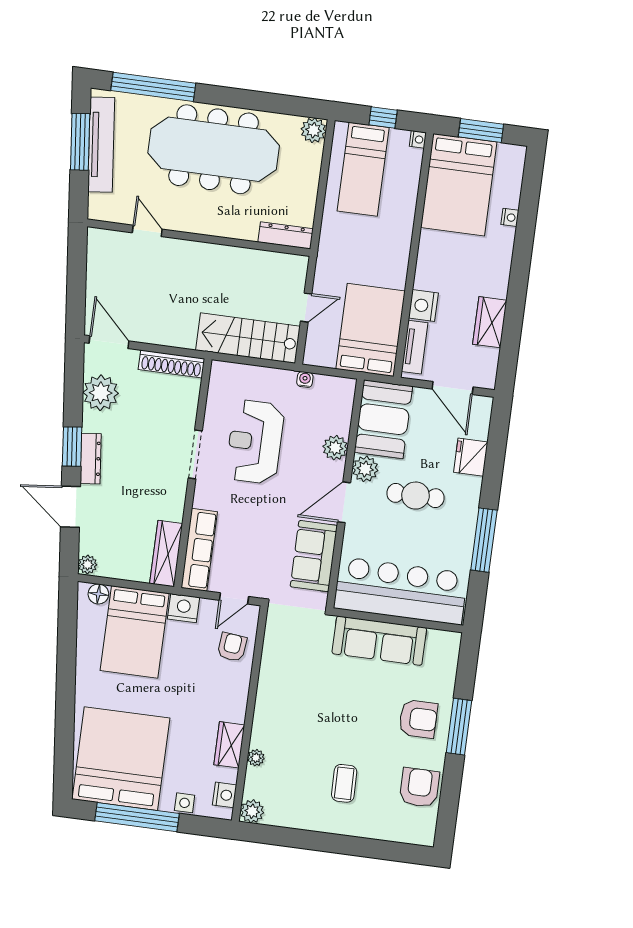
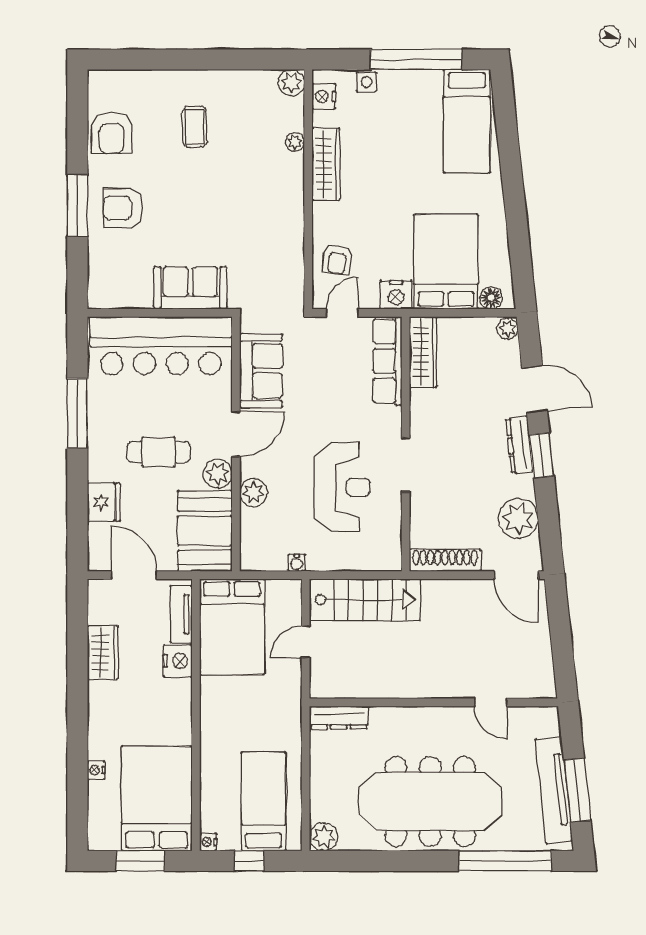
sofa: (379, 641) -> (190, 288), width x0.73
wardrobe: (229, 745) -> (326, 164), width x1.50
bed: (121, 759) -> (467, 121), width x0.49

